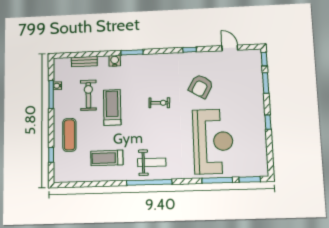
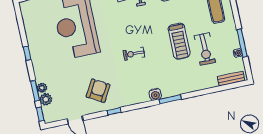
bench: (84, 61) -> (231, 79), moved
water cooler: (115, 61) -> (155, 94), moved
plant: (256, 73) -> (46, 99), added
plant: (258, 85) -> (42, 88), added
armchair: (201, 86) -> (98, 91), moved

